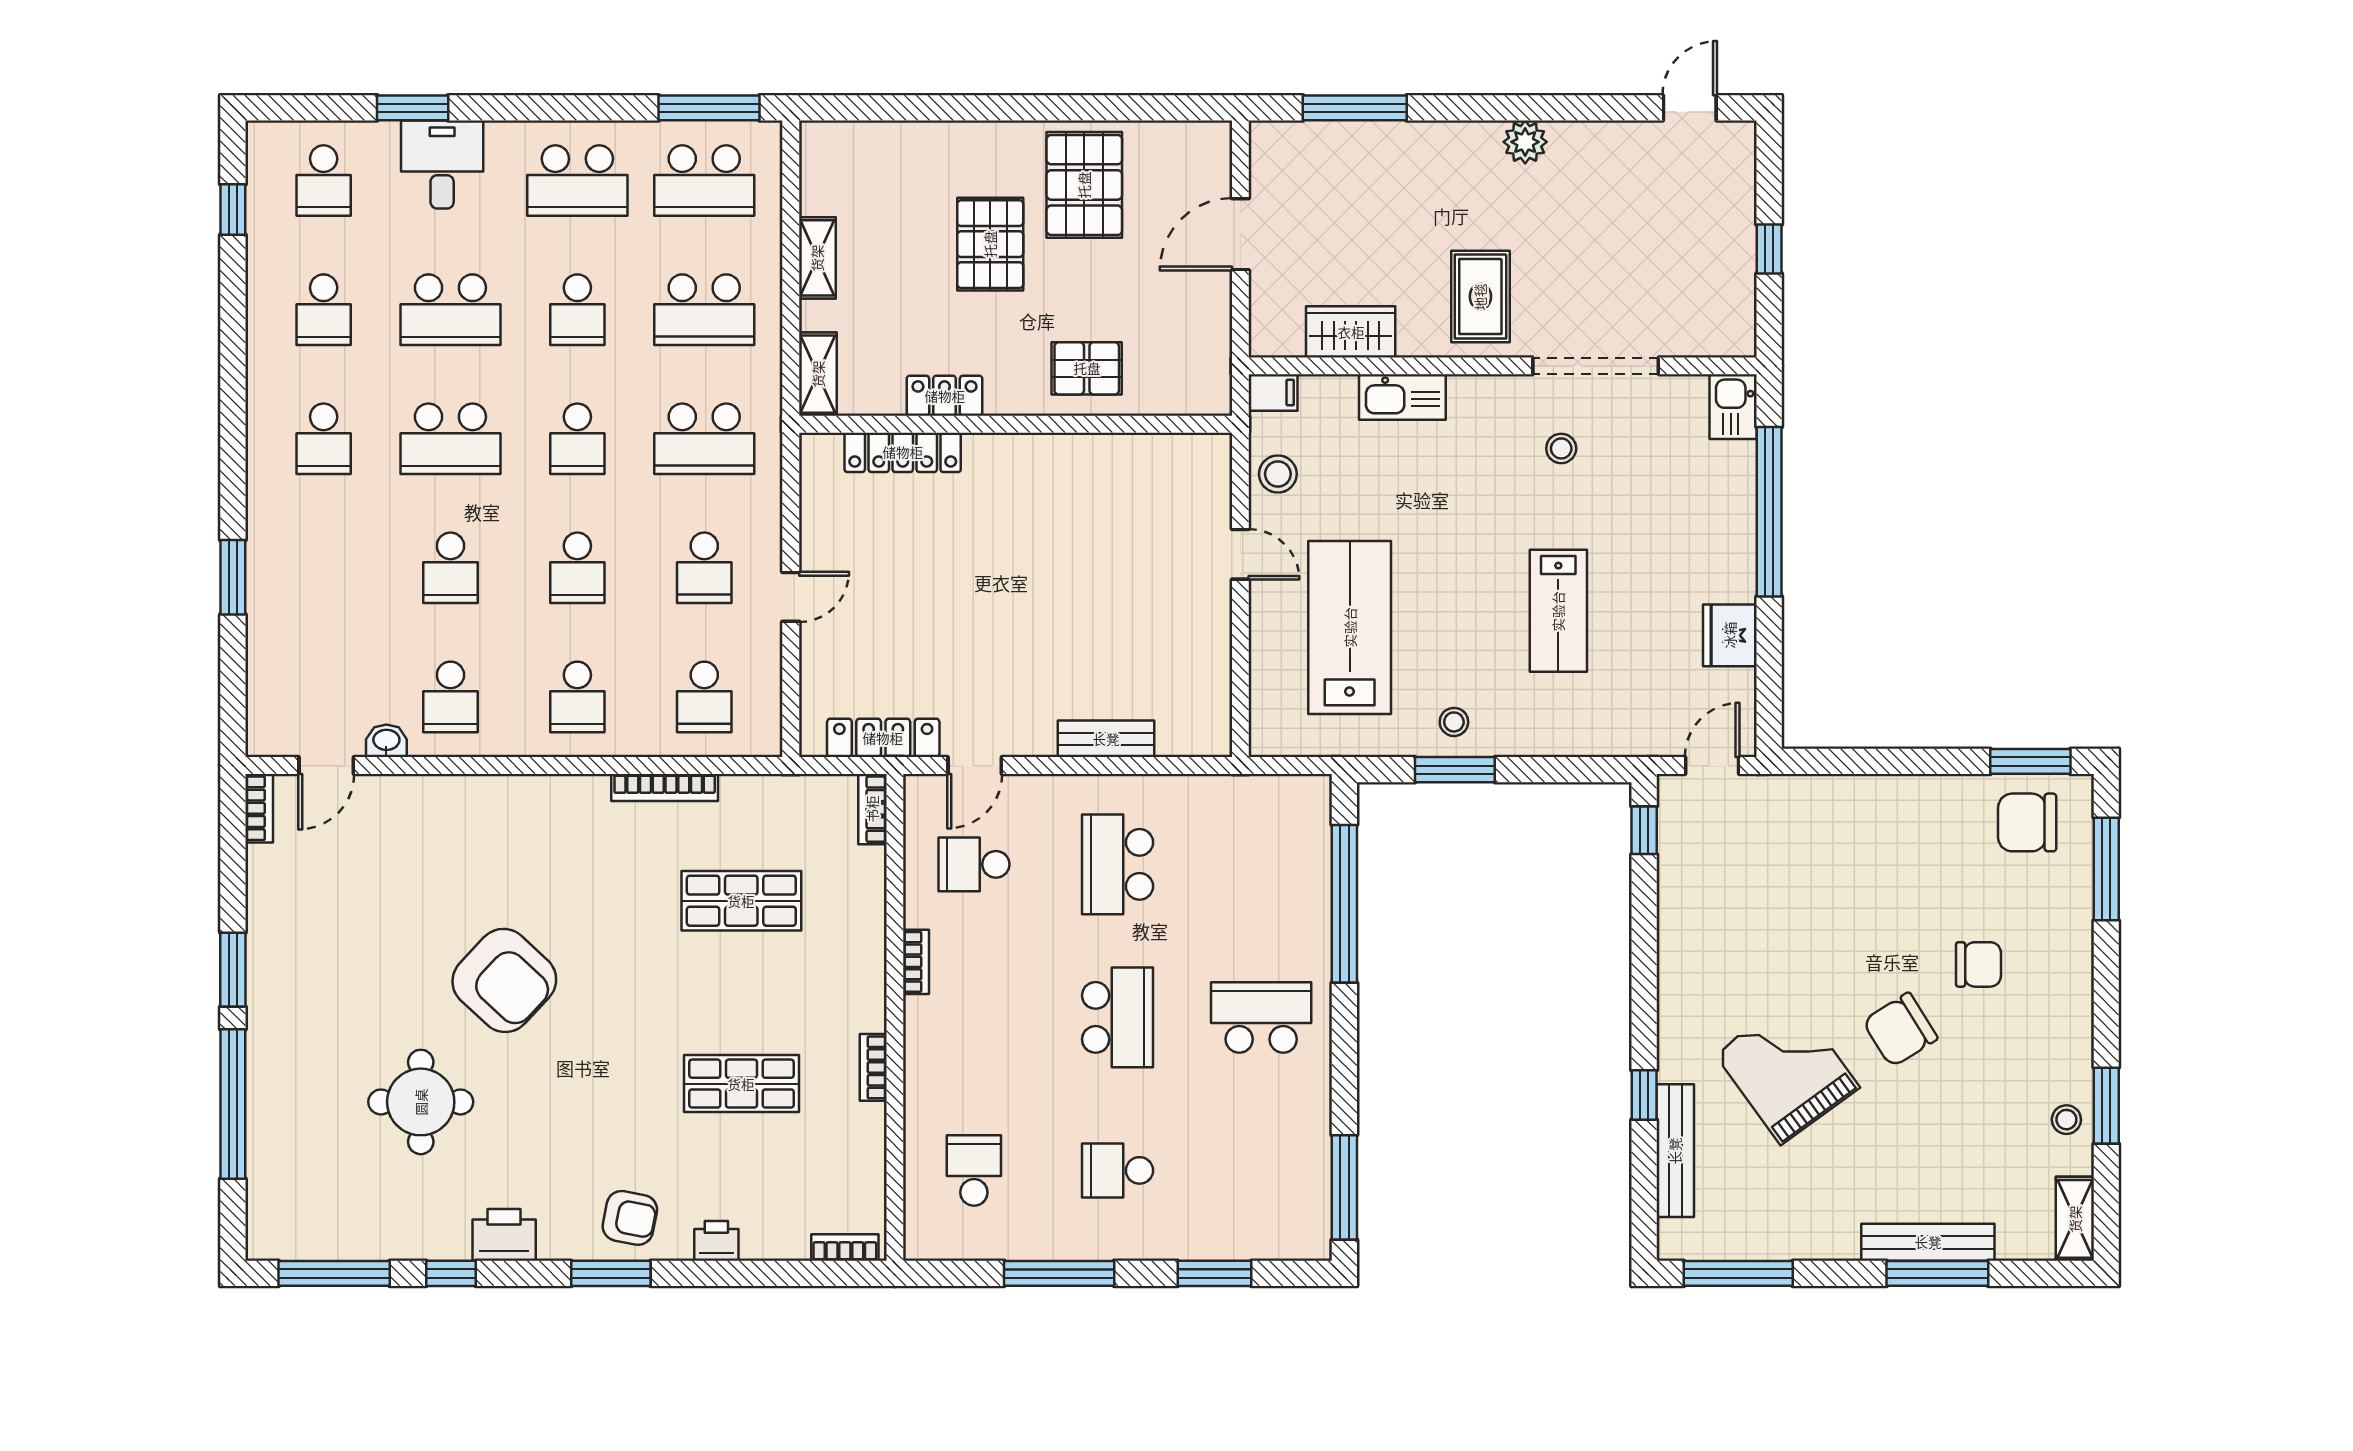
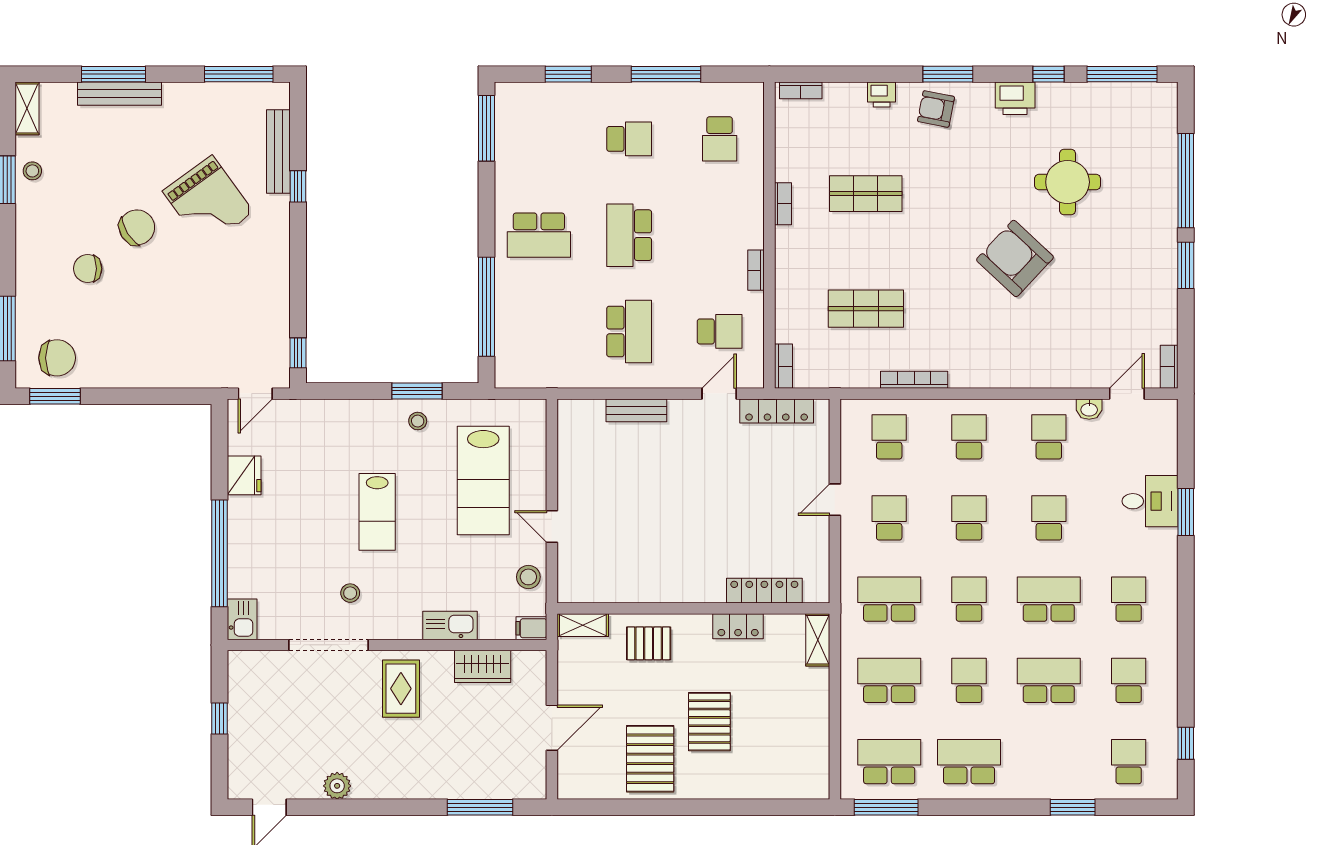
plant: (1525, 142) -> (337, 786), moved
desk: (442, 164) -> (1150, 501), moved, turned -90
shelving: (817, 258) -> (583, 625), moved, turned 90
lab bench: (1558, 611) -> (377, 512), moved, turned 180

